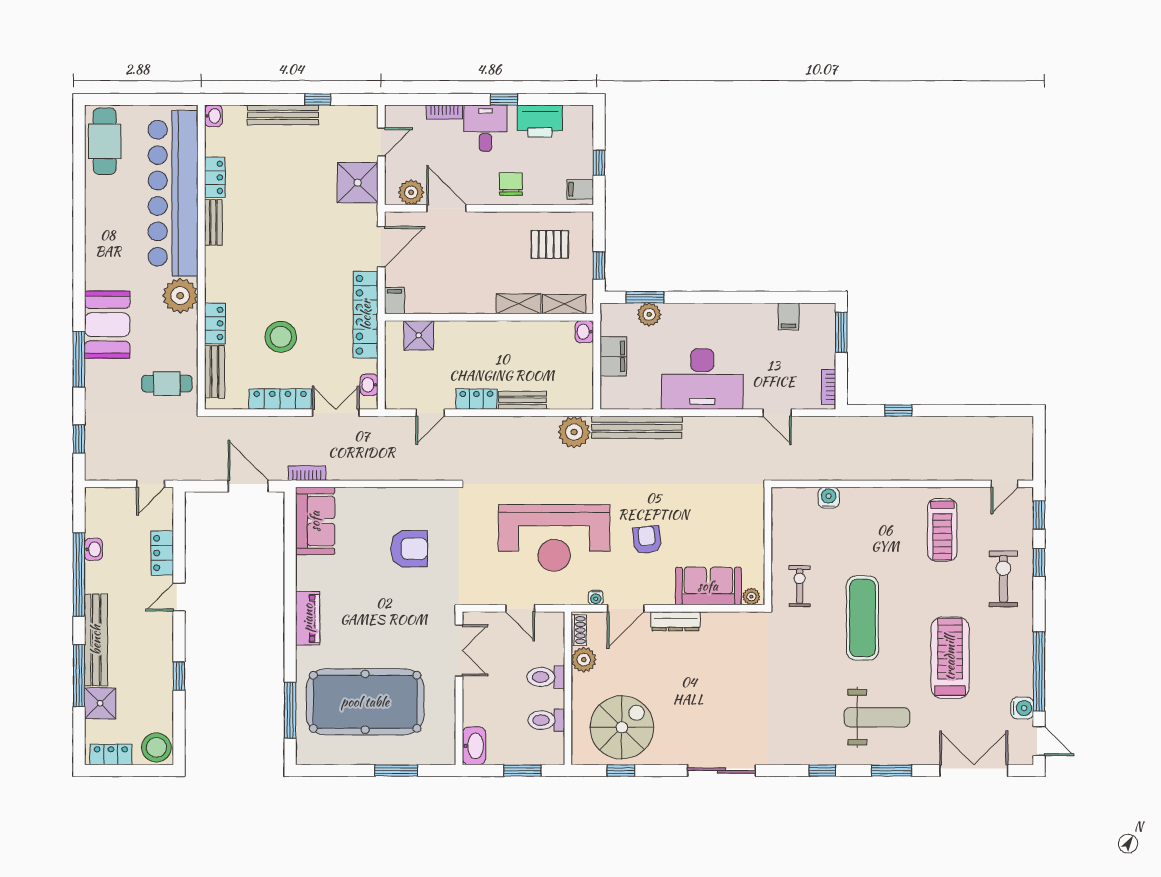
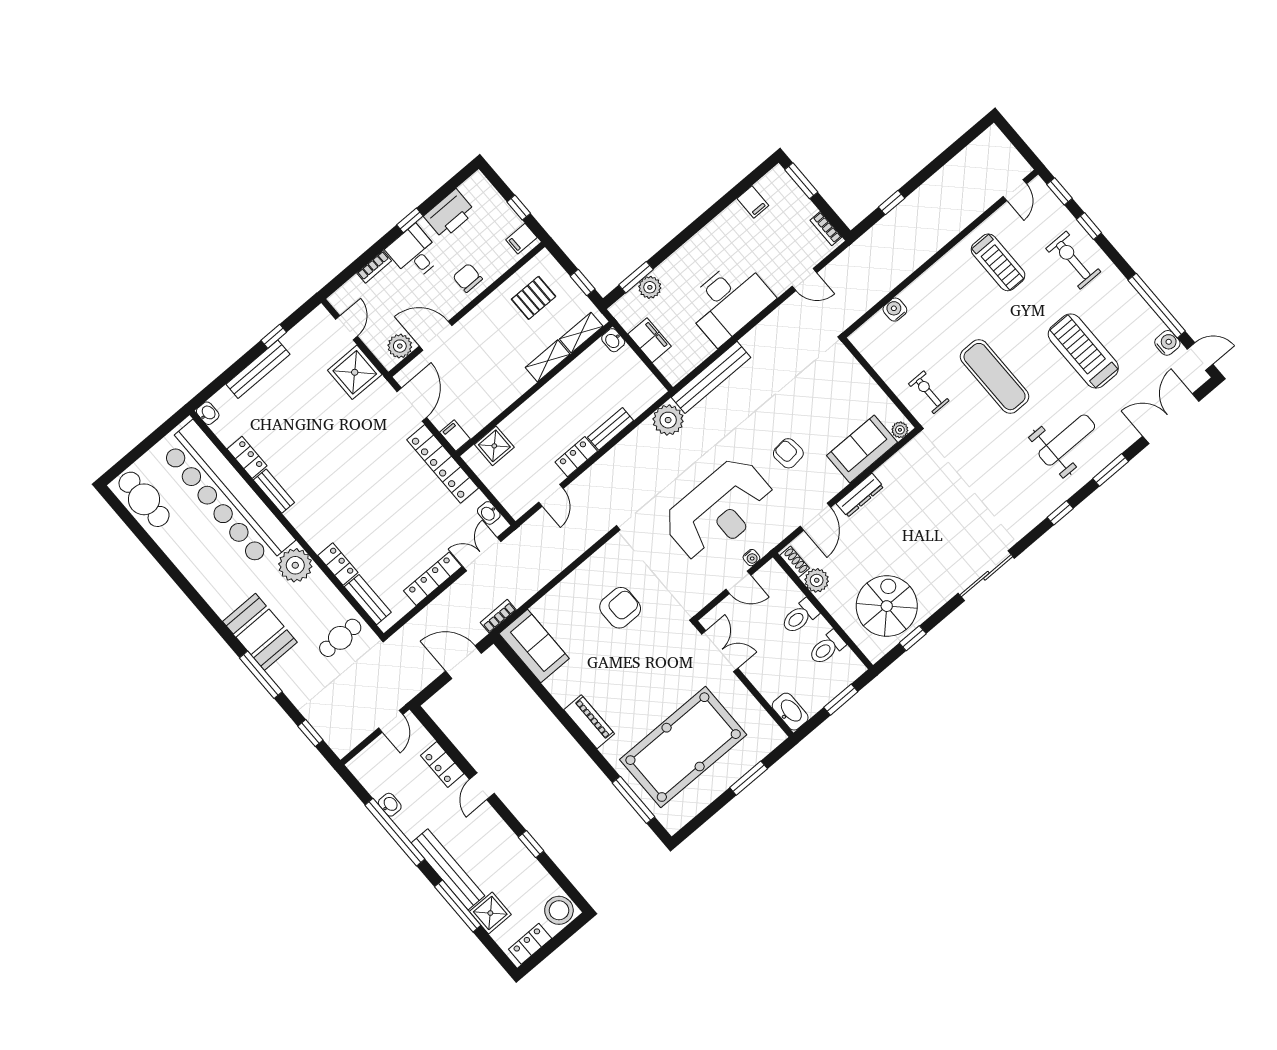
stool: (281, 337) -> (394, 533), removed
water cooler: (596, 598) -> (751, 558), moved

